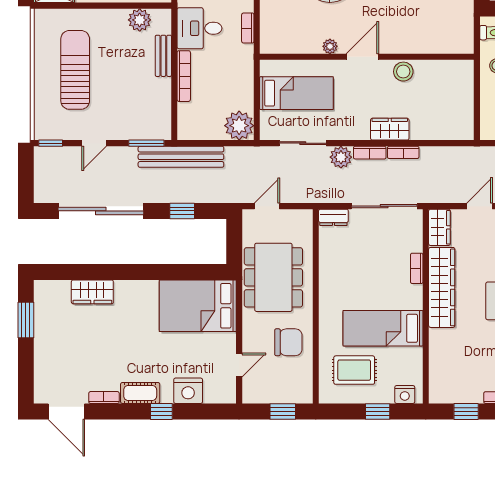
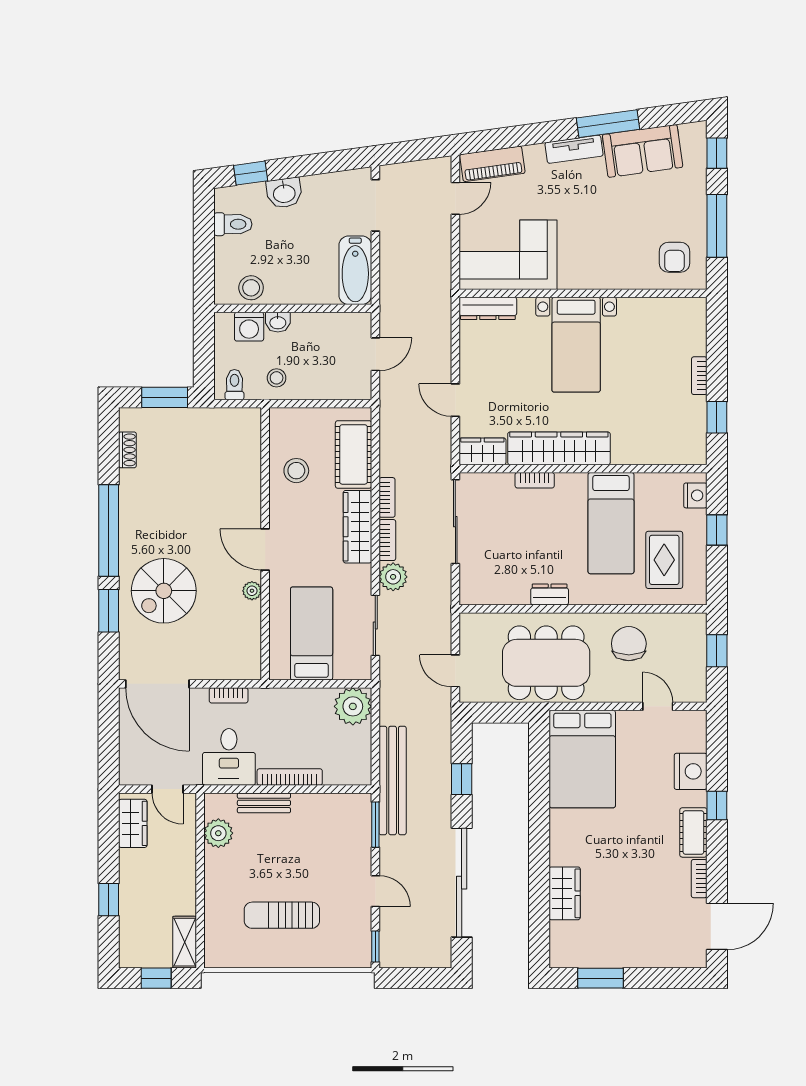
sun lounger: (75, 70) -> (282, 915), width x0.73, depth x0.75
stool: (403, 72) -> (296, 471), moved
cot: (437, 126) -> (353, 454), added
wardrobe: (390, 129) -> (357, 527), width x1.50
dresser: (333, 217) -> (550, 595), moved, turned -90

